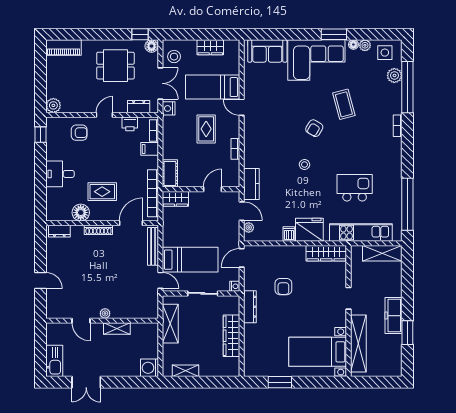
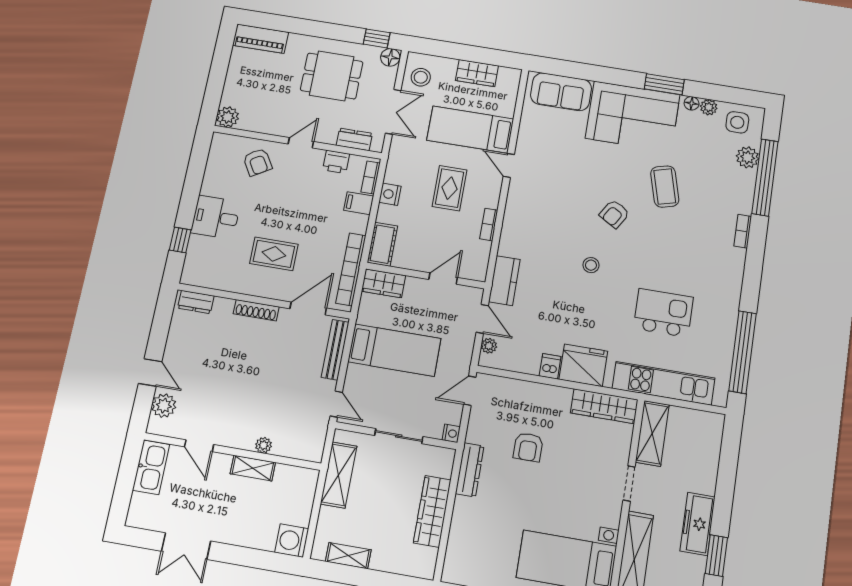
nightstand: (169, 108) -> (390, 194), moved
armchair: (79, 133) -> (258, 162), turned 59
window: (41, 135) -> (180, 240), moved
floor lamp: (81, 213) -> (235, 280), removed
shelving: (382, 253) -> (652, 433), moved, turned 90
bed: (190, 260) -> (394, 350), moved
plant: (54, 300) -> (164, 406), added
plant: (105, 313) -> (264, 445), moved
kitchen sink: (54, 361) -> (151, 467), moved

